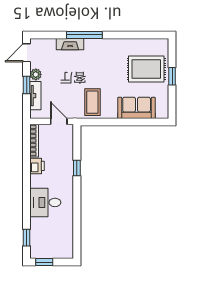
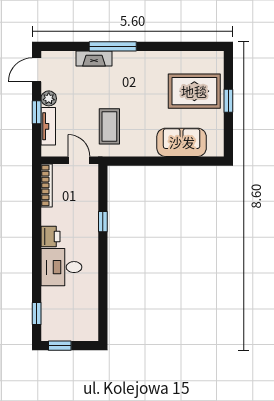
coffee table: (92, 102) -> (109, 126), moved
printer: (37, 166) -> (51, 237), moved

